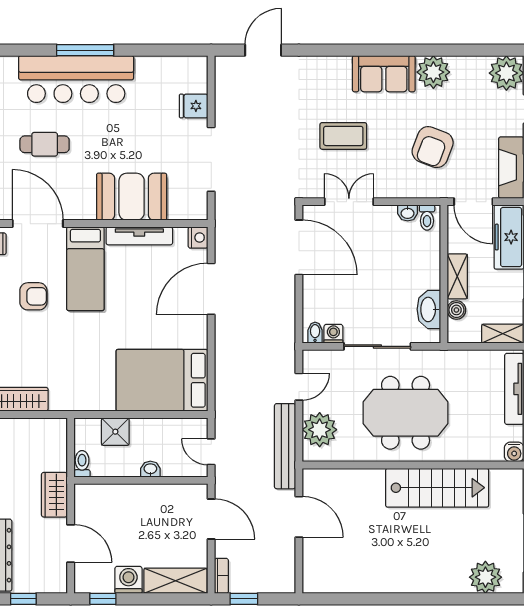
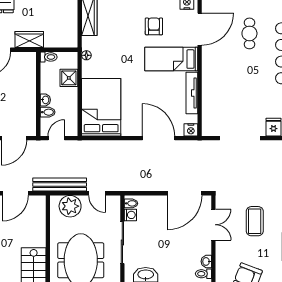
booth: (132, 197) -> (216, 88), removed
armchair: (33, 296) -> (154, 26), turned 180
floor lamp: (79, 404) -> (86, 55), added
bidet: (170, 465) -> (48, 112), added

